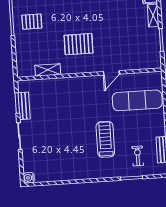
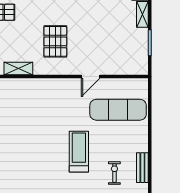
pallet: (79, 44) -> (55, 41), turned 90

